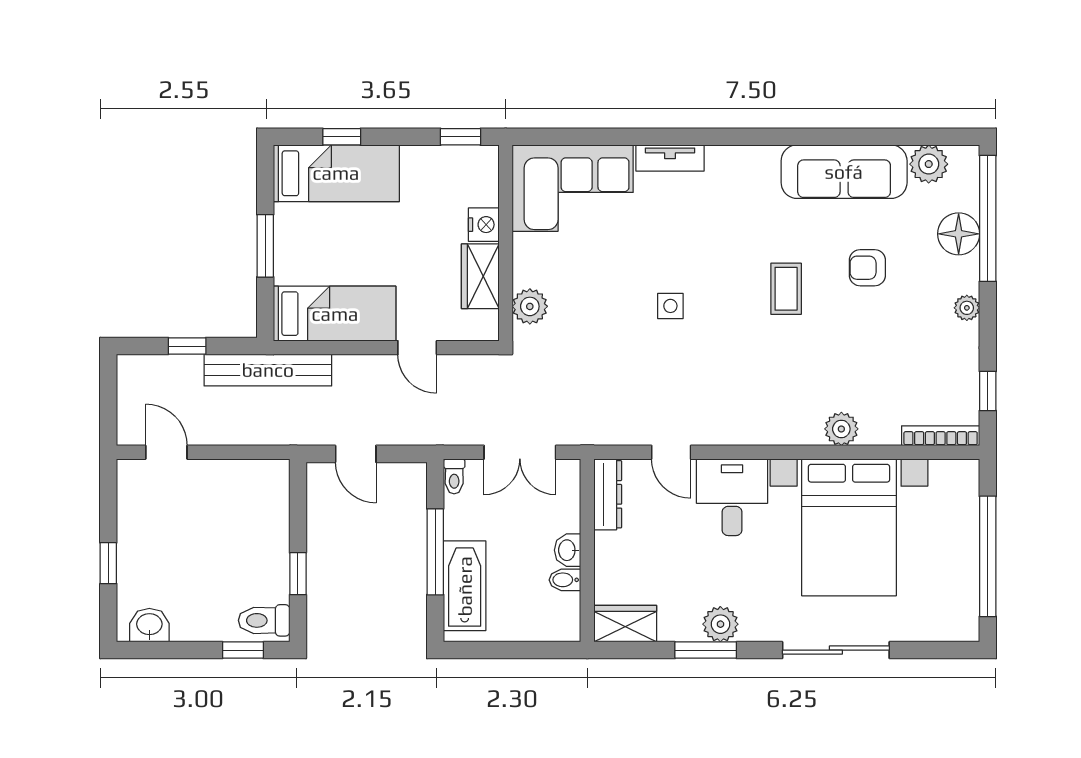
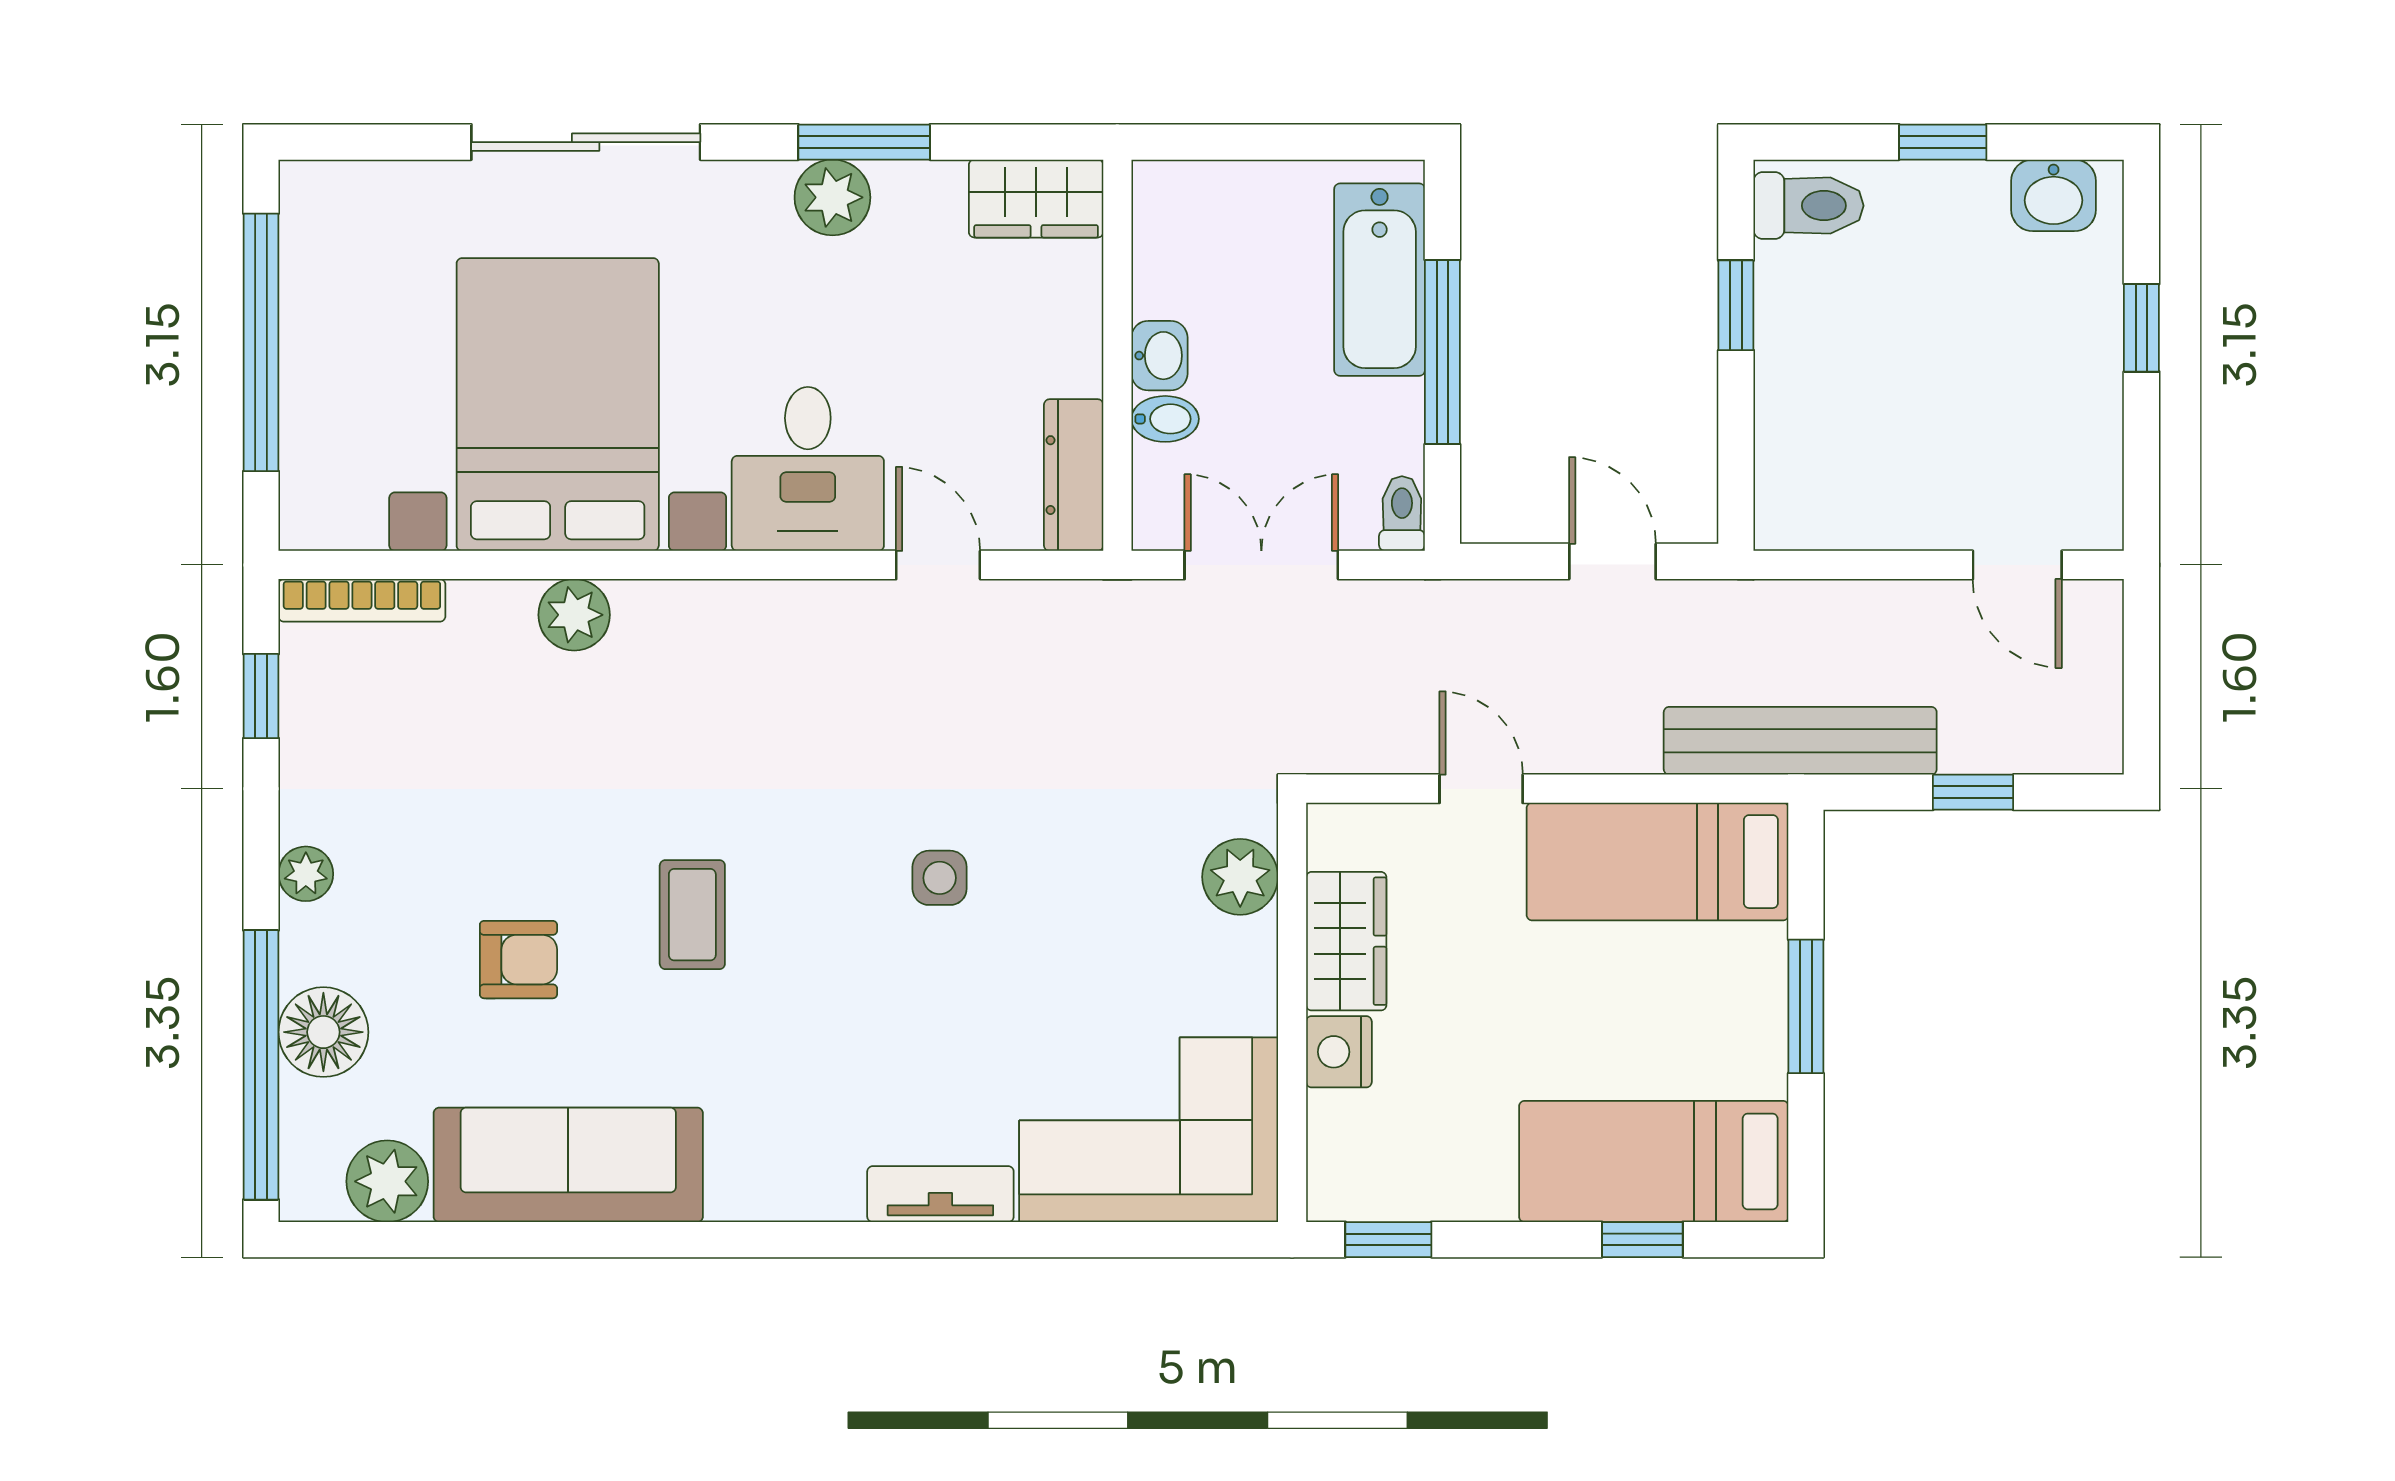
bidet: (565, 580) -> (1165, 419), moved
window: (243, 650) -> (1943, 142), moved

